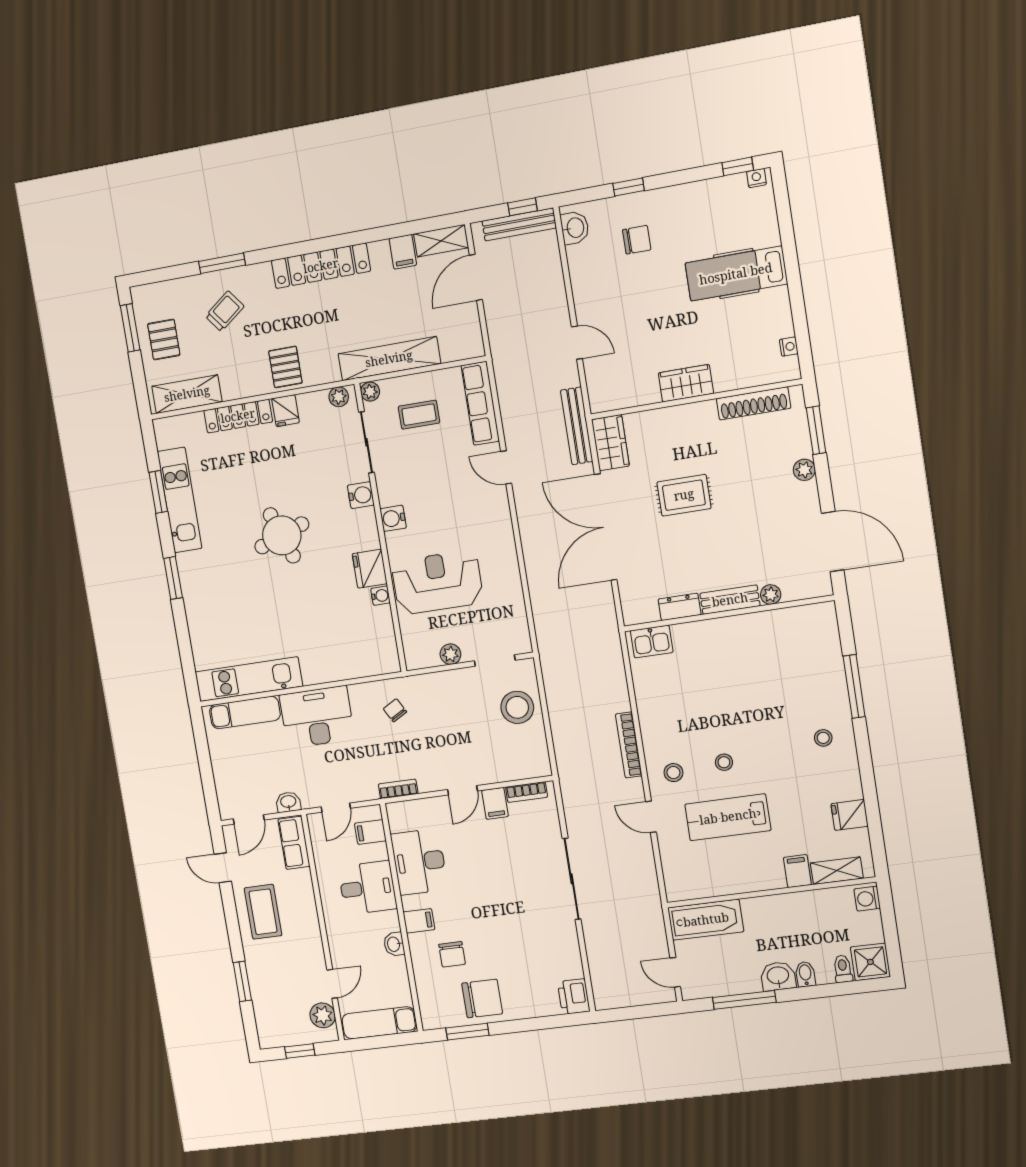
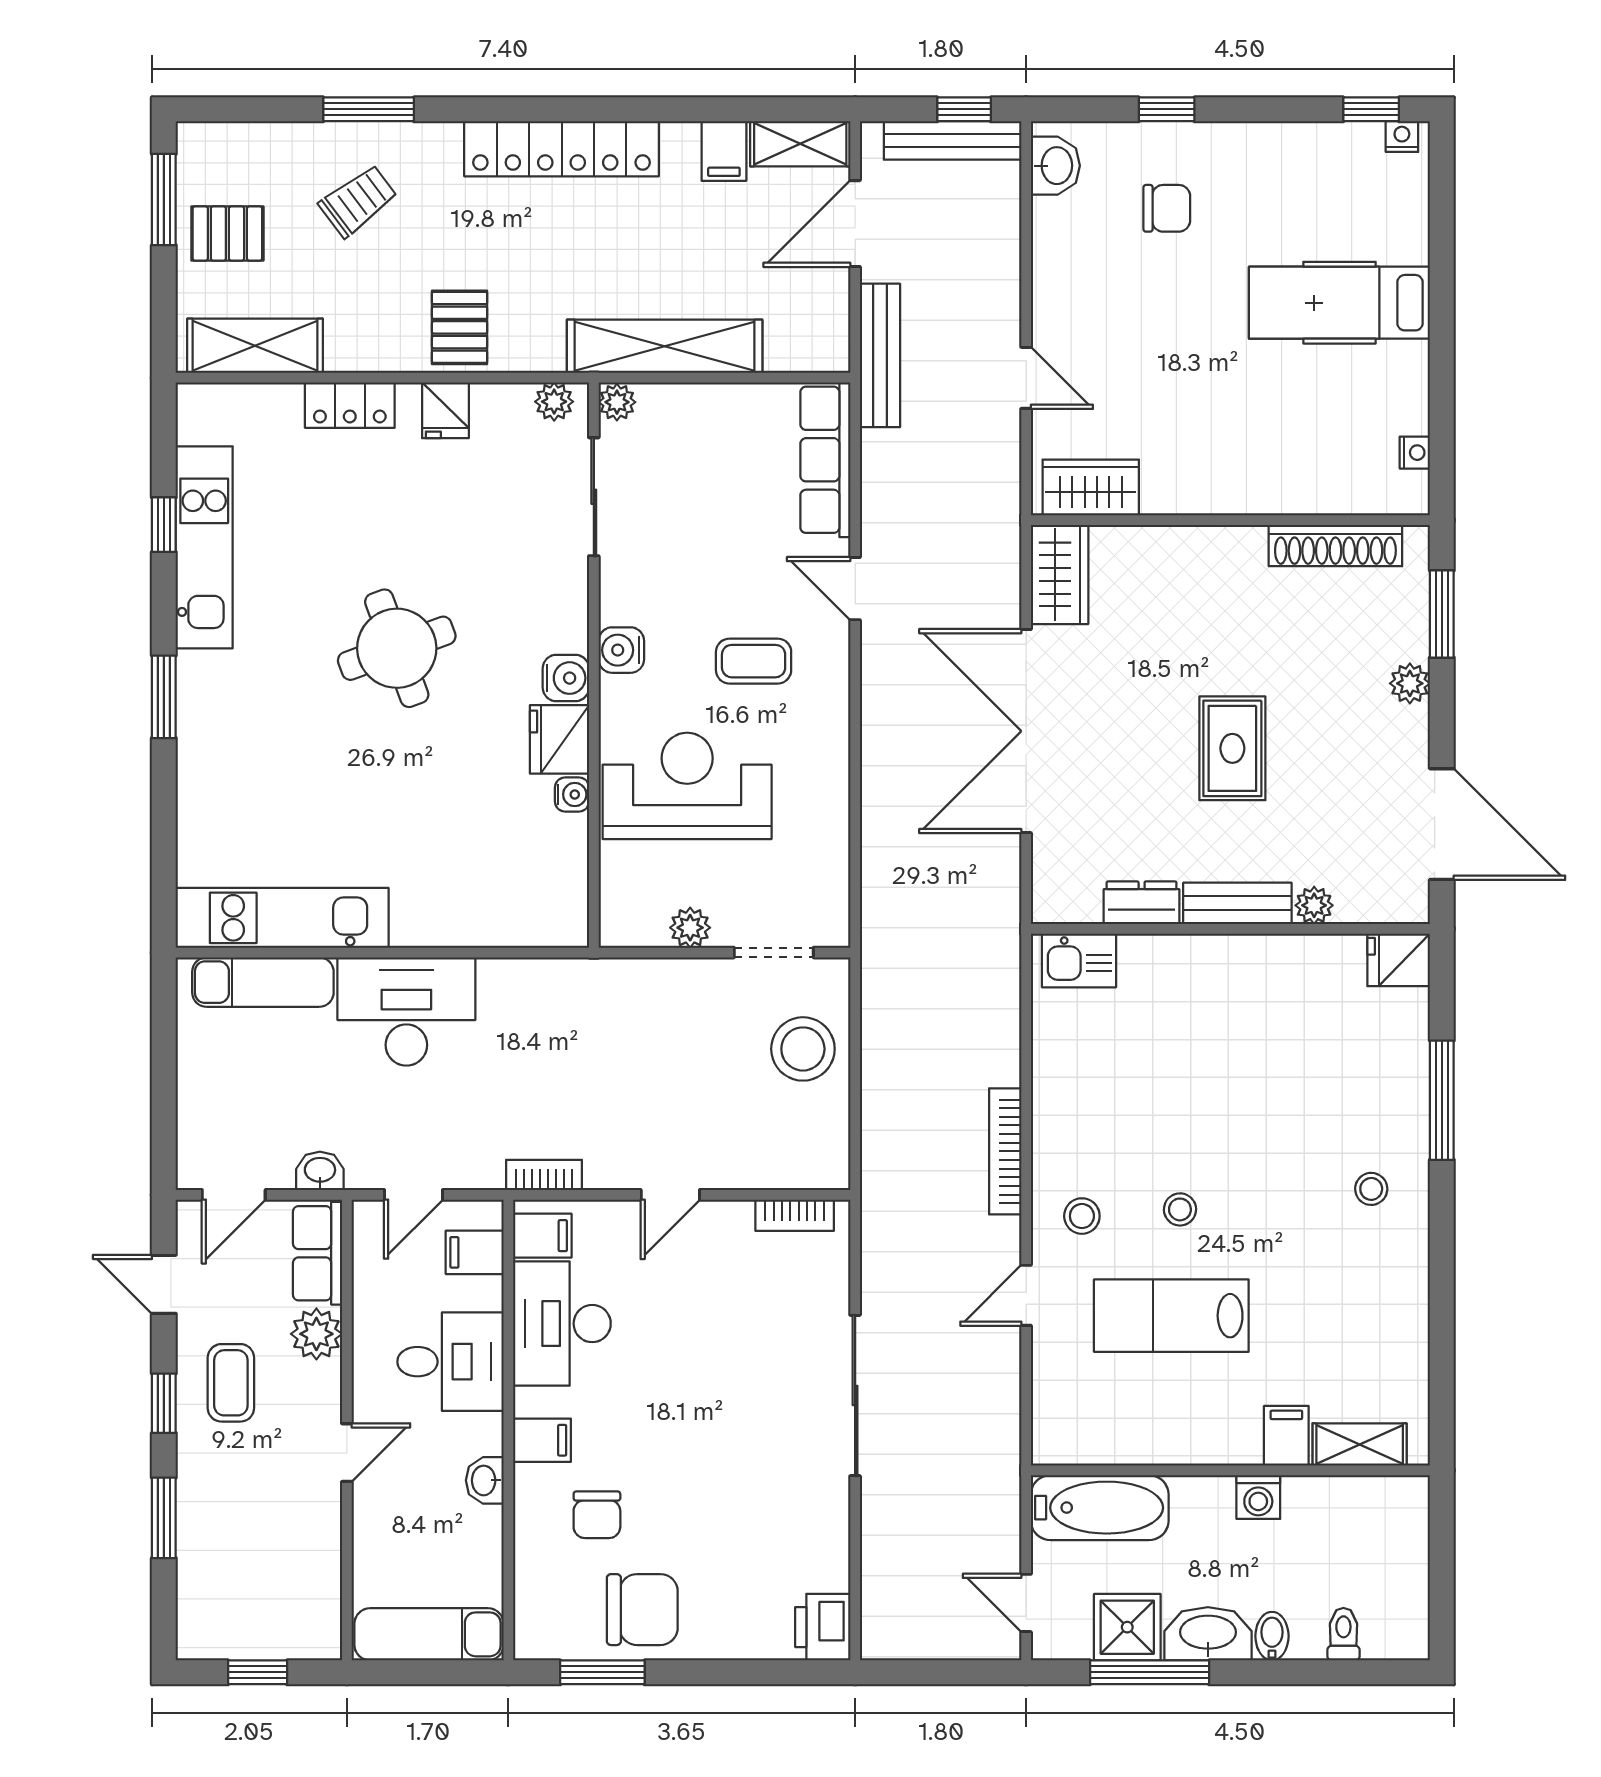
pallet: (164, 339) -> (227, 233), turned 90
wardrobe: (686, 383) -> (1091, 488), moved
coffee table: (419, 415) -> (754, 661), moved
locker: (238, 416) -> (350, 405), width x0.66
bench: (577, 426) -> (880, 355), moved
window: (158, 492) -> (164, 525), width x0.67
water cooler: (361, 495) -> (566, 678), moved
rug: (684, 495) -> (1232, 748), moved, turned 90
chair: (395, 710) -> (563, 1021), removed
filing cabinet: (495, 803) -> (542, 1236), moved, turned -90
fridge: (850, 815) -> (1399, 960), moved
door: (651, 817) -> (1026, 1295), hinge flipped
washing machine: (867, 899) -> (1258, 1497), moved, turned -90
coffee table: (263, 912) -> (231, 1383), width x0.73, depth x0.77
window: (233, 926) -> (164, 1403), added
shower: (870, 962) -> (1127, 1627), moved
washbasin: (778, 976) -> (1208, 1634), width x1.38
door: (332, 984) -> (347, 1453), moved
plant: (323, 1015) -> (316, 1334), moved

